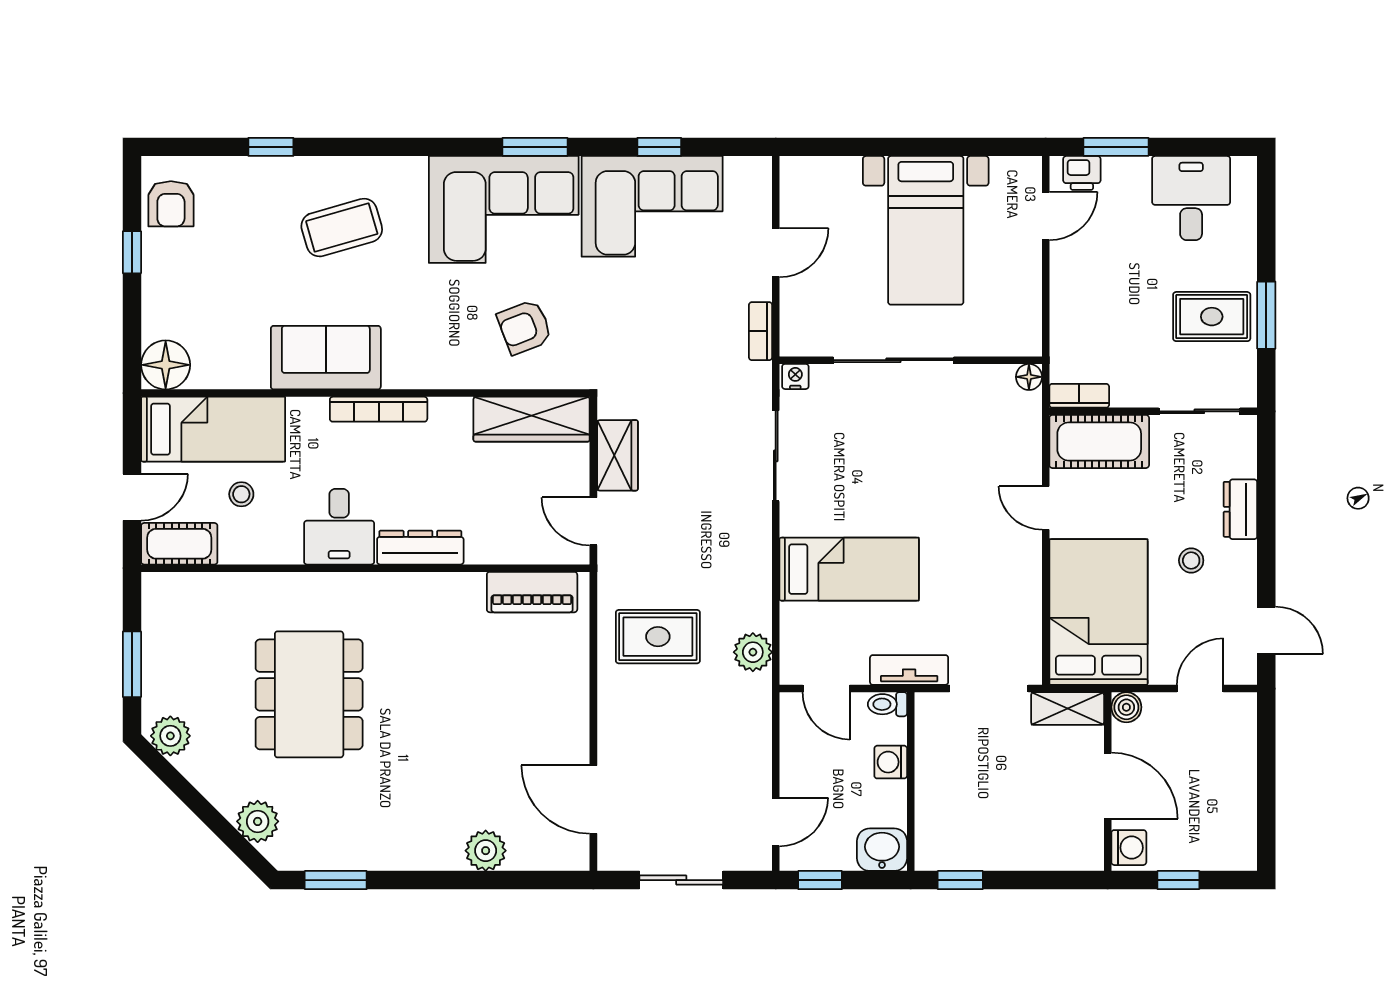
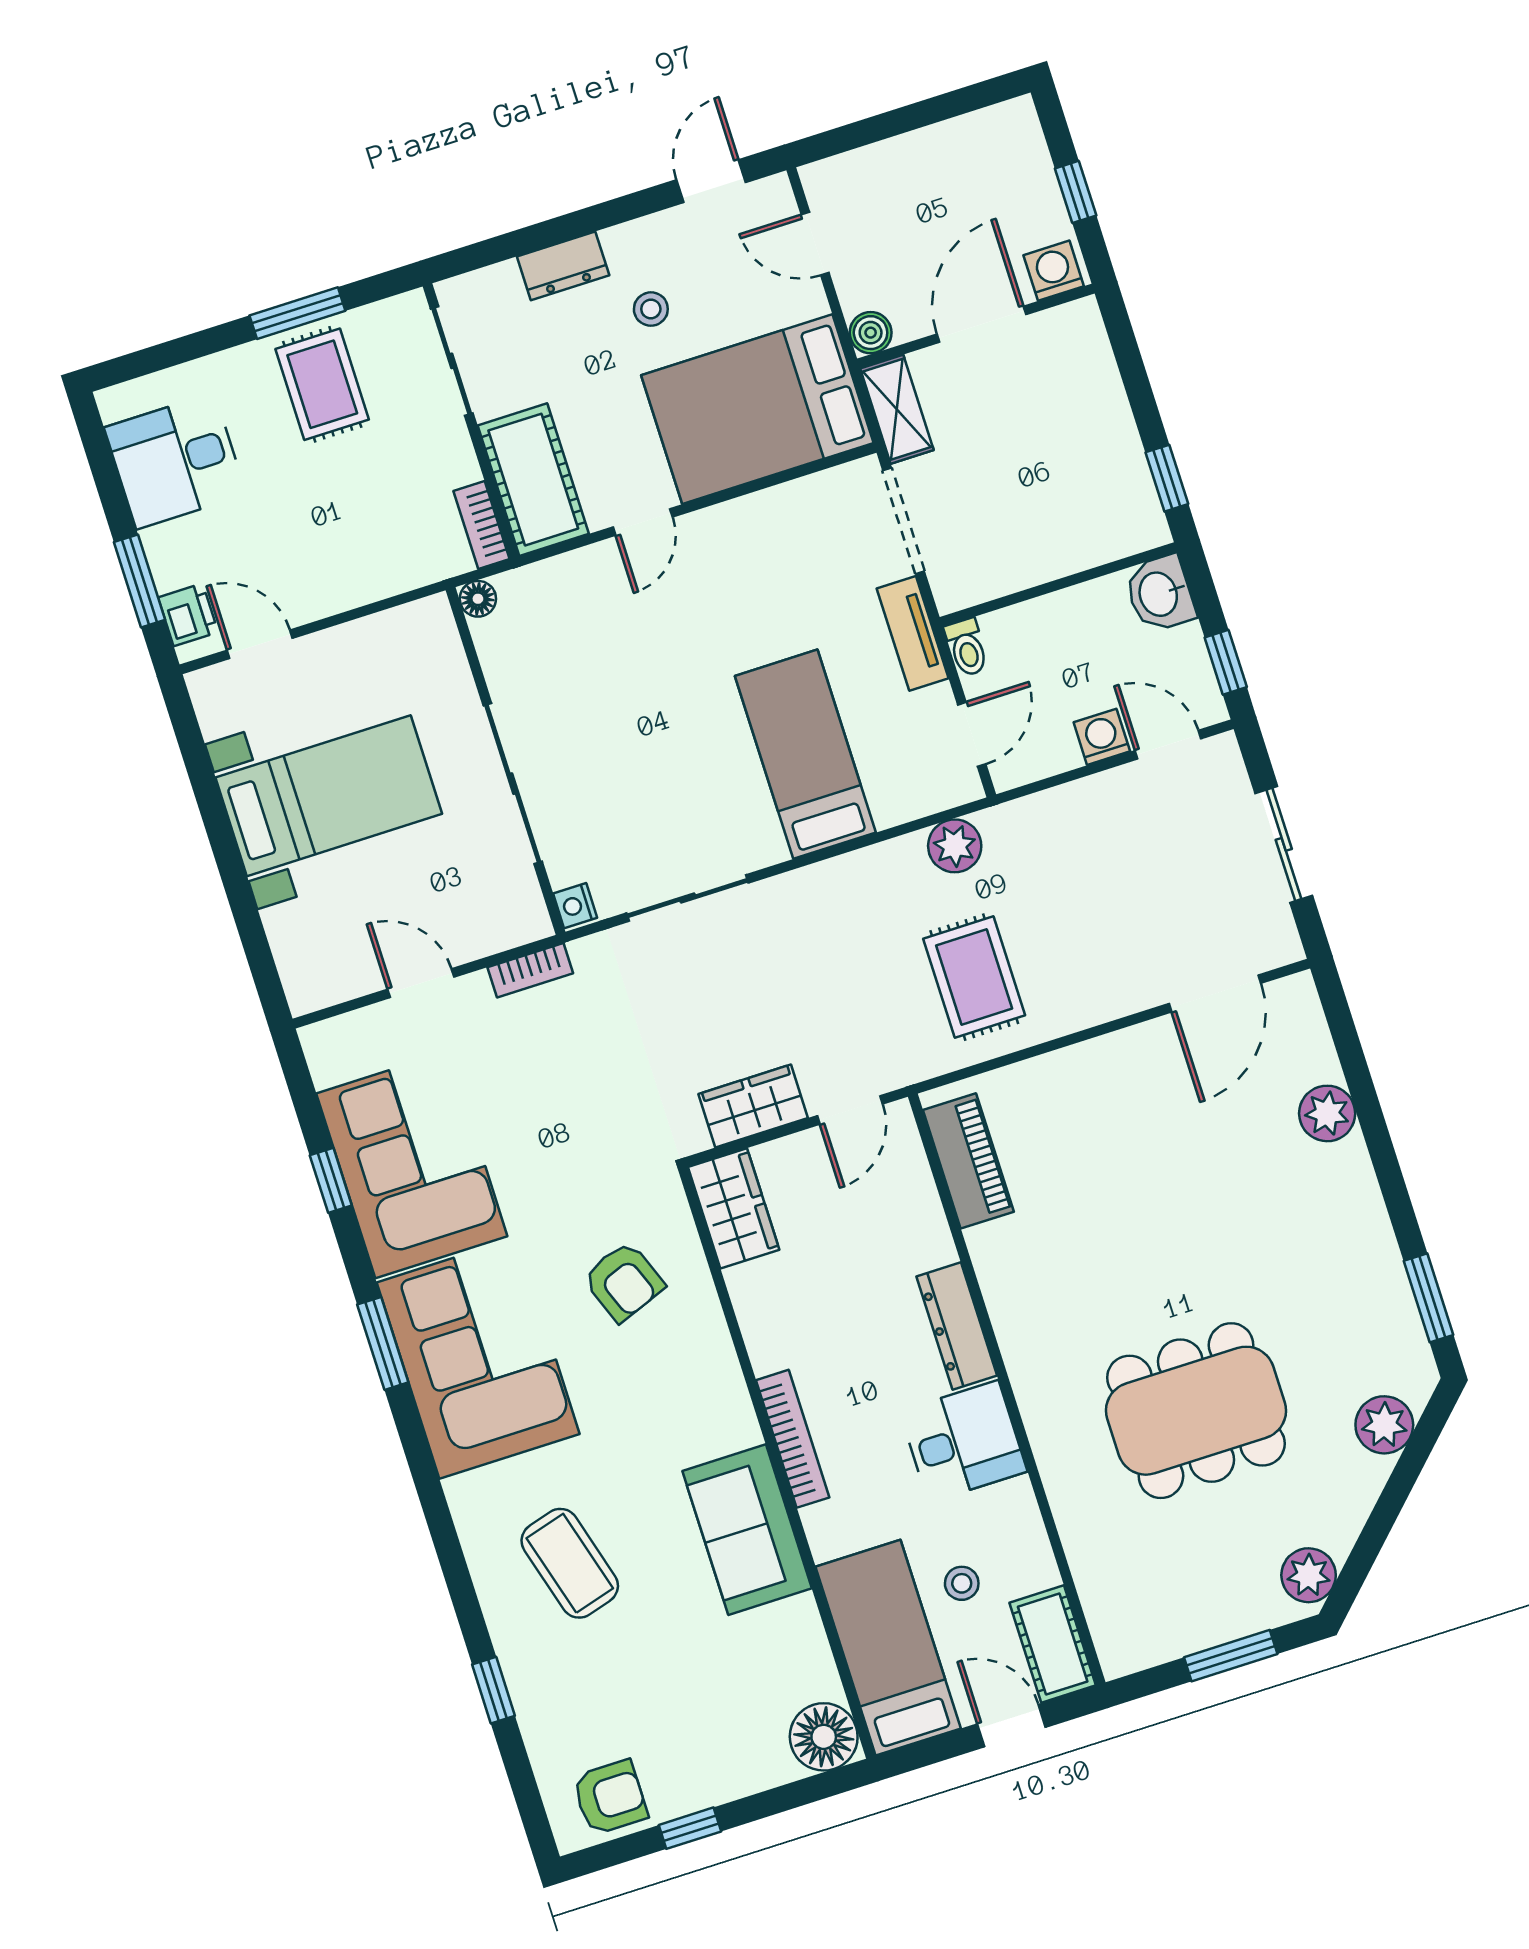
wardrobe: (532, 419) -> (734, 1208), width x0.67
washing machine: (891, 762) -> (1102, 737), moved, turned 180

